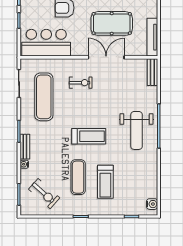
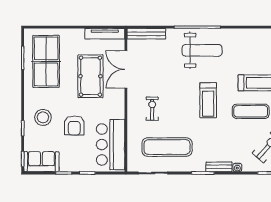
double door: (106, 57) -> (126, 69), moved
bench: (152, 72) -> (146, 34), width x1.36
treadmill: (89, 136) -> (208, 100), turned 180

